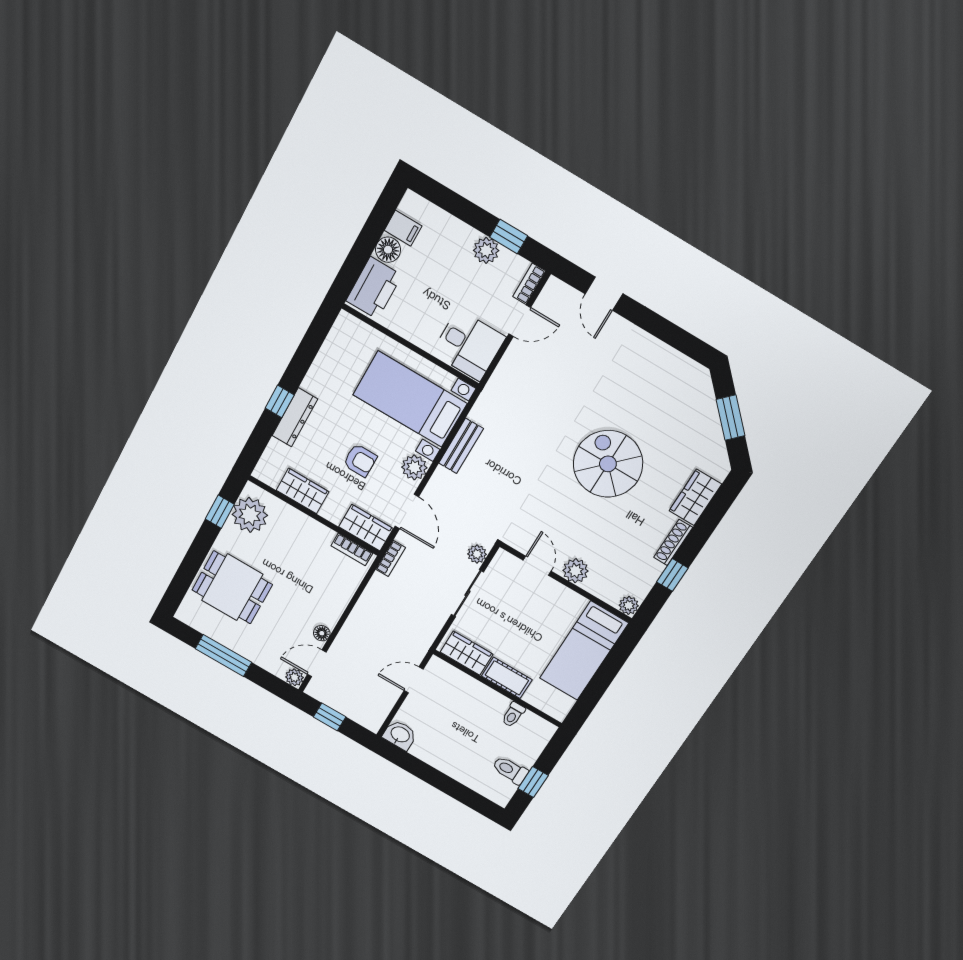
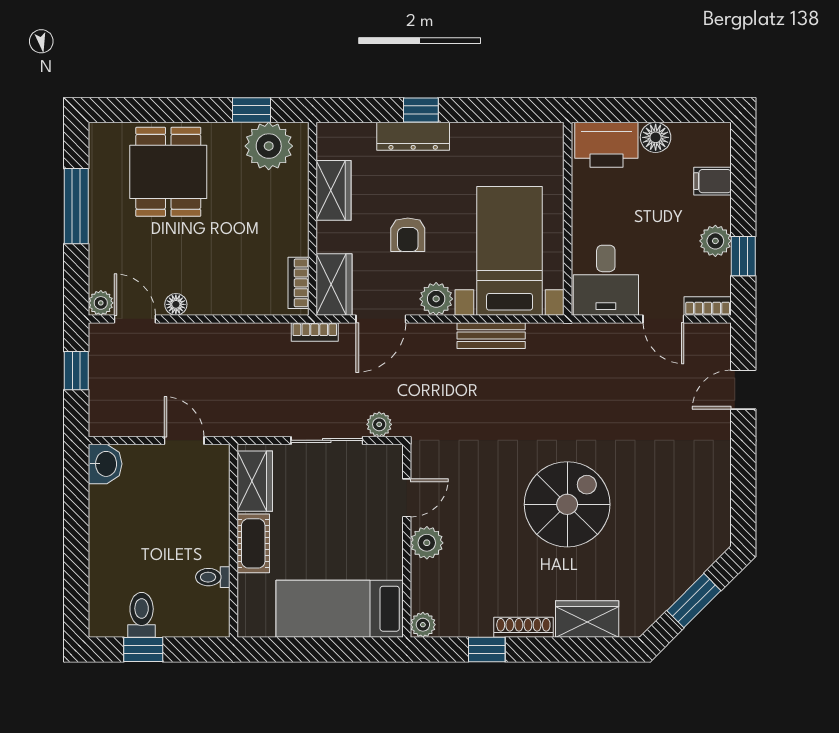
filing cabinet: (403, 228) -> (712, 181), moved, turned 90

